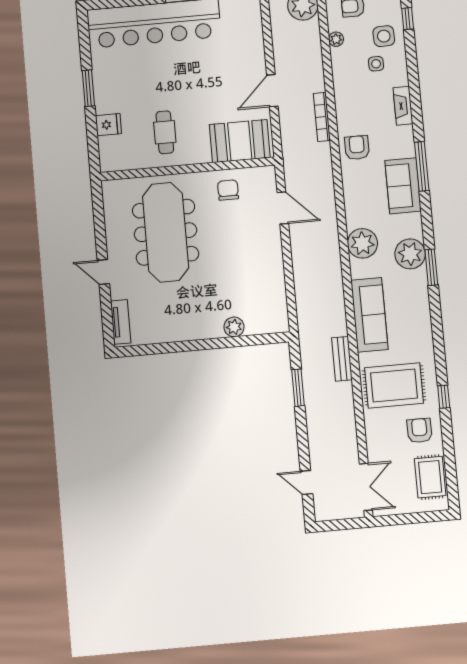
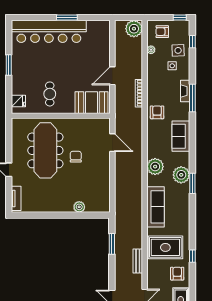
fridge: (108, 125) -> (18, 101), moved
window: (422, 166) -> (192, 98), moved
chair: (228, 190) -> (76, 157), moved
bench: (342, 359) -> (138, 261), moved

